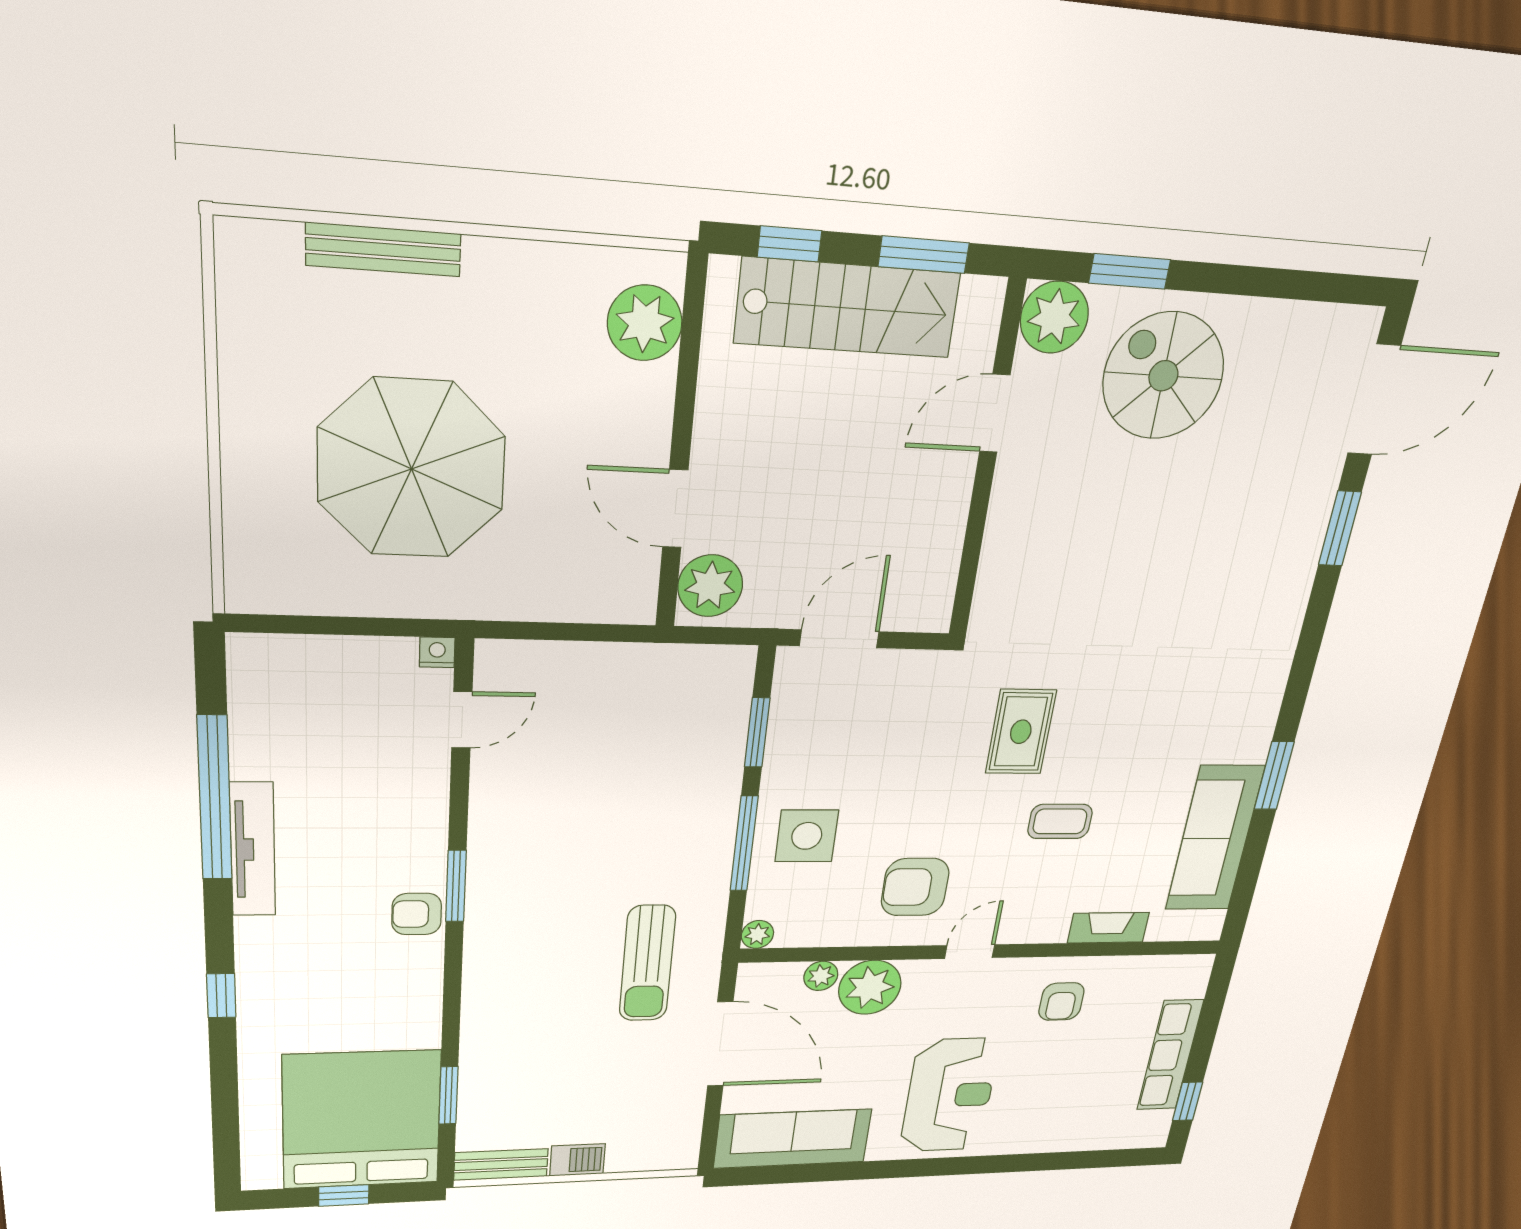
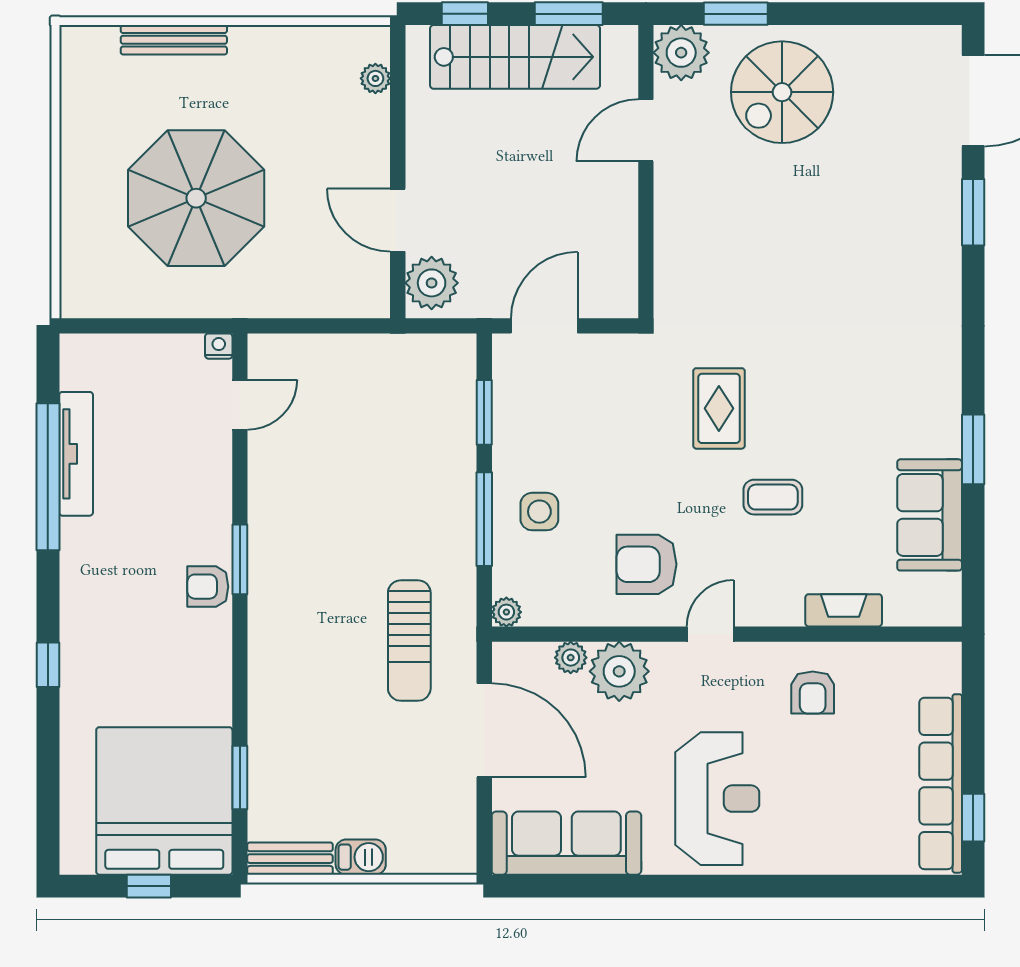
plant: (645, 323) -> (375, 78), width x0.53, depth x0.53
spiral stairs: (1163, 376) -> (782, 92), turned -90
side table: (807, 836) -> (539, 512), width x0.73, depth x0.73
sofa: (1215, 838) -> (930, 515), width x0.73
tv unit: (253, 850) -> (76, 454), moved
row of seats: (1170, 1055) -> (941, 783), width x1.36

